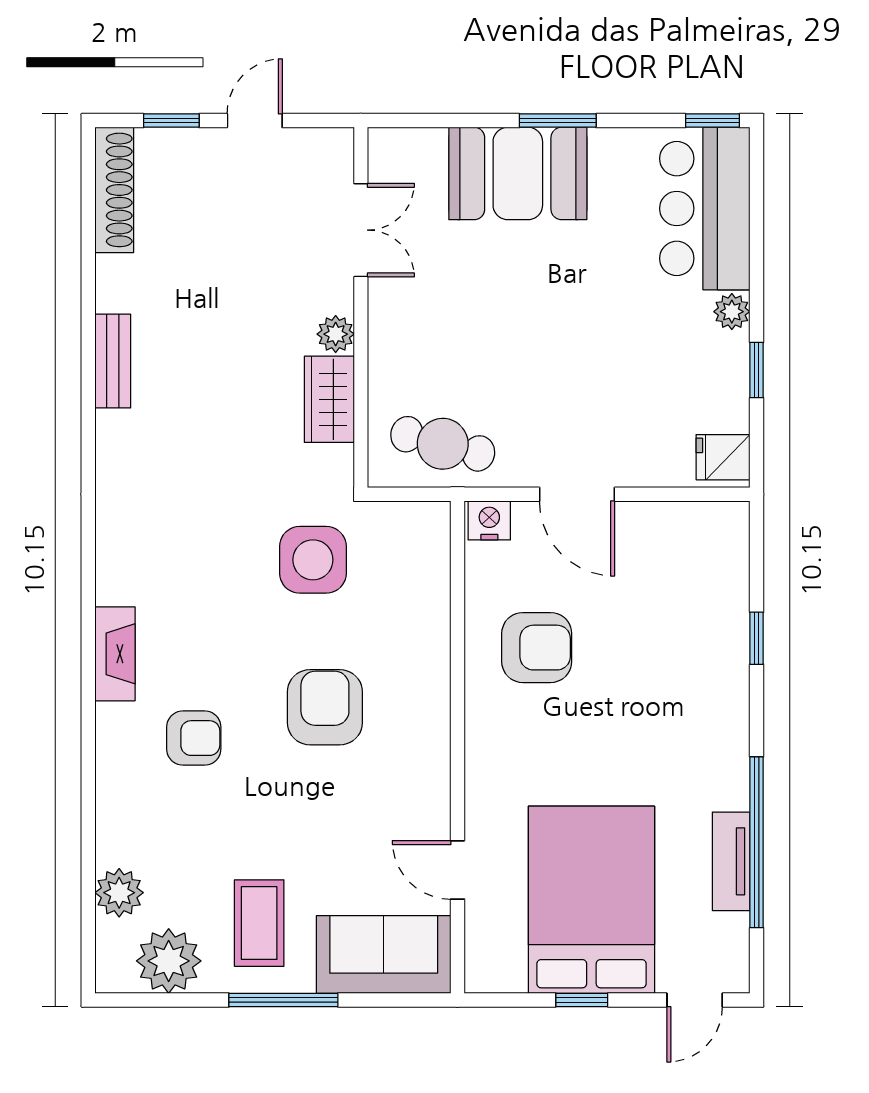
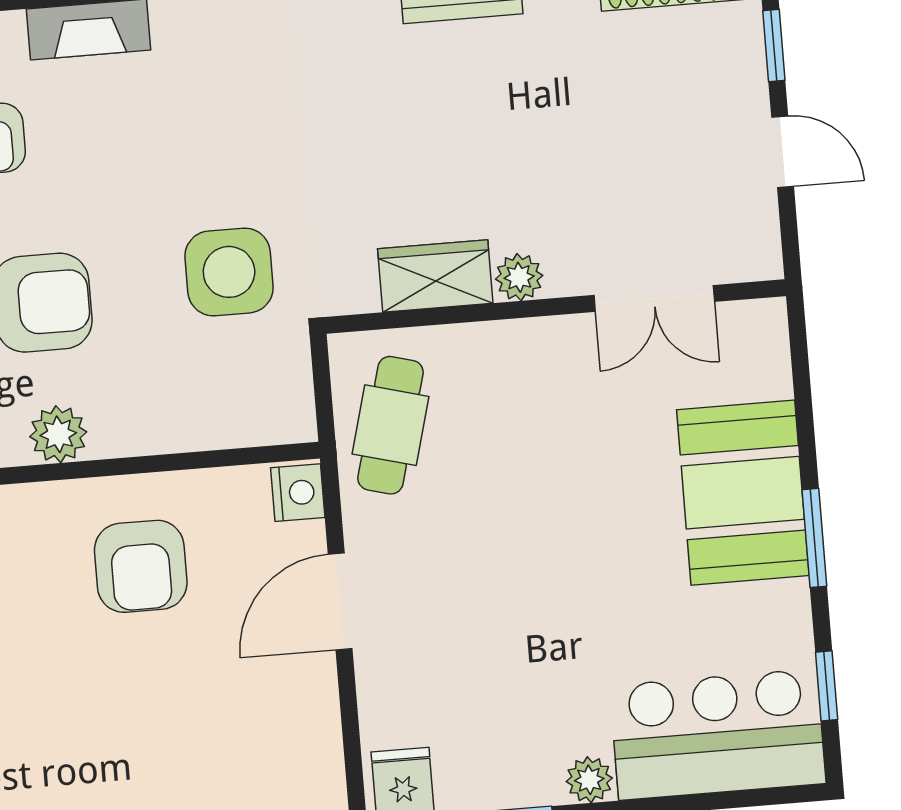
window: (712, 121) -> (827, 686), moved
plant: (428, 703) -> (58, 434), added

